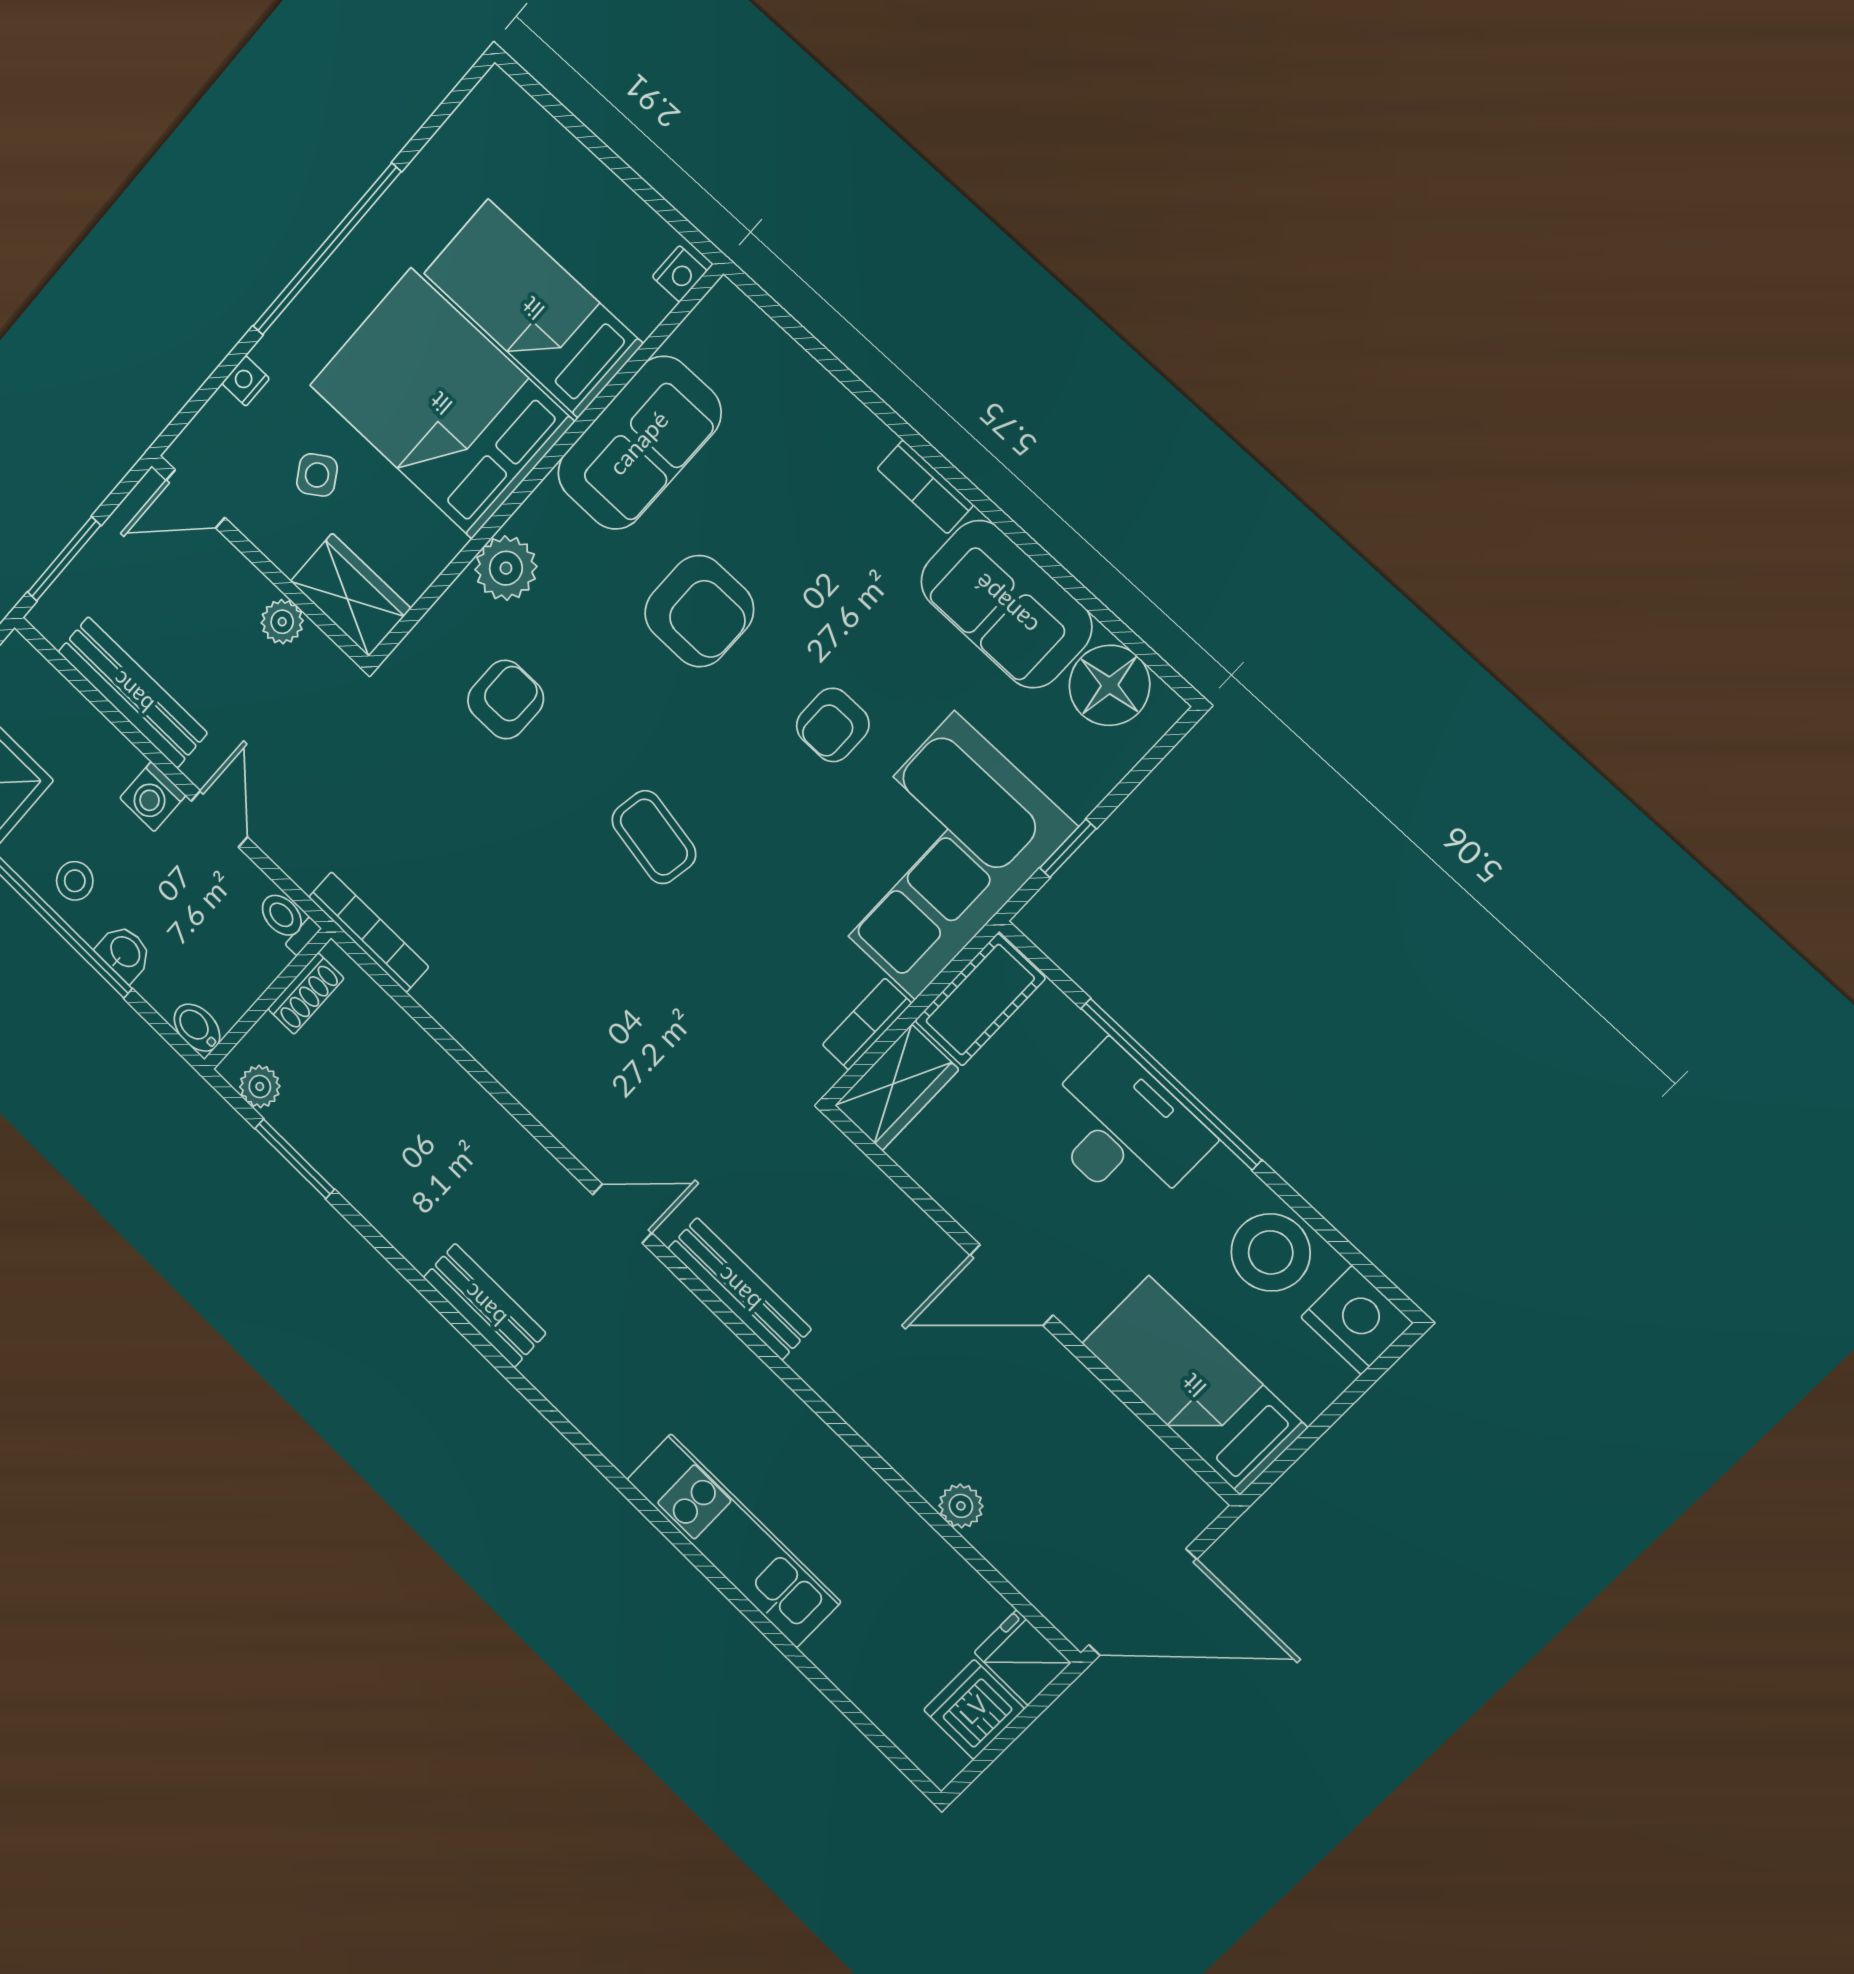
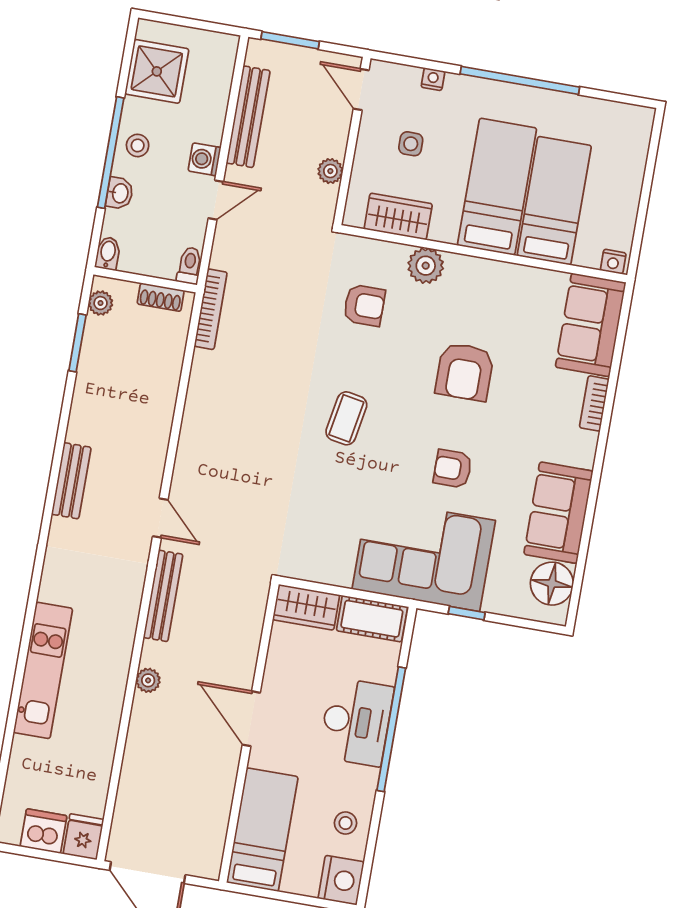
bed: (441, 403) -> (497, 187), width x0.67
sofa: (639, 443) -> (591, 325), moved, turned 90
side table: (317, 475) -> (411, 144), turned 33
bookcase: (925, 487) -> (594, 403), moved
wardrobe: (351, 595) -> (398, 216), moved, turned -90
bookcase: (867, 1024) -> (326, 574), removed
stool: (1271, 1252) -> (345, 823), width x0.53, depth x0.53
plant: (961, 1506) -> (148, 680), moved

